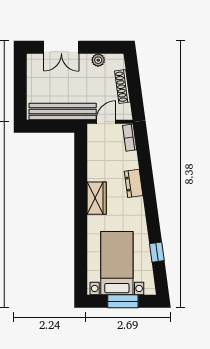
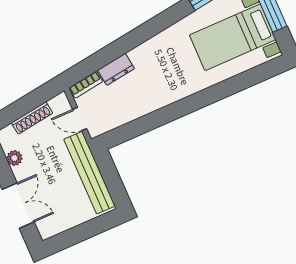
dresser: (134, 183) -> (116, 69), moved
wardrobe: (97, 198) -> (170, 92), removed

